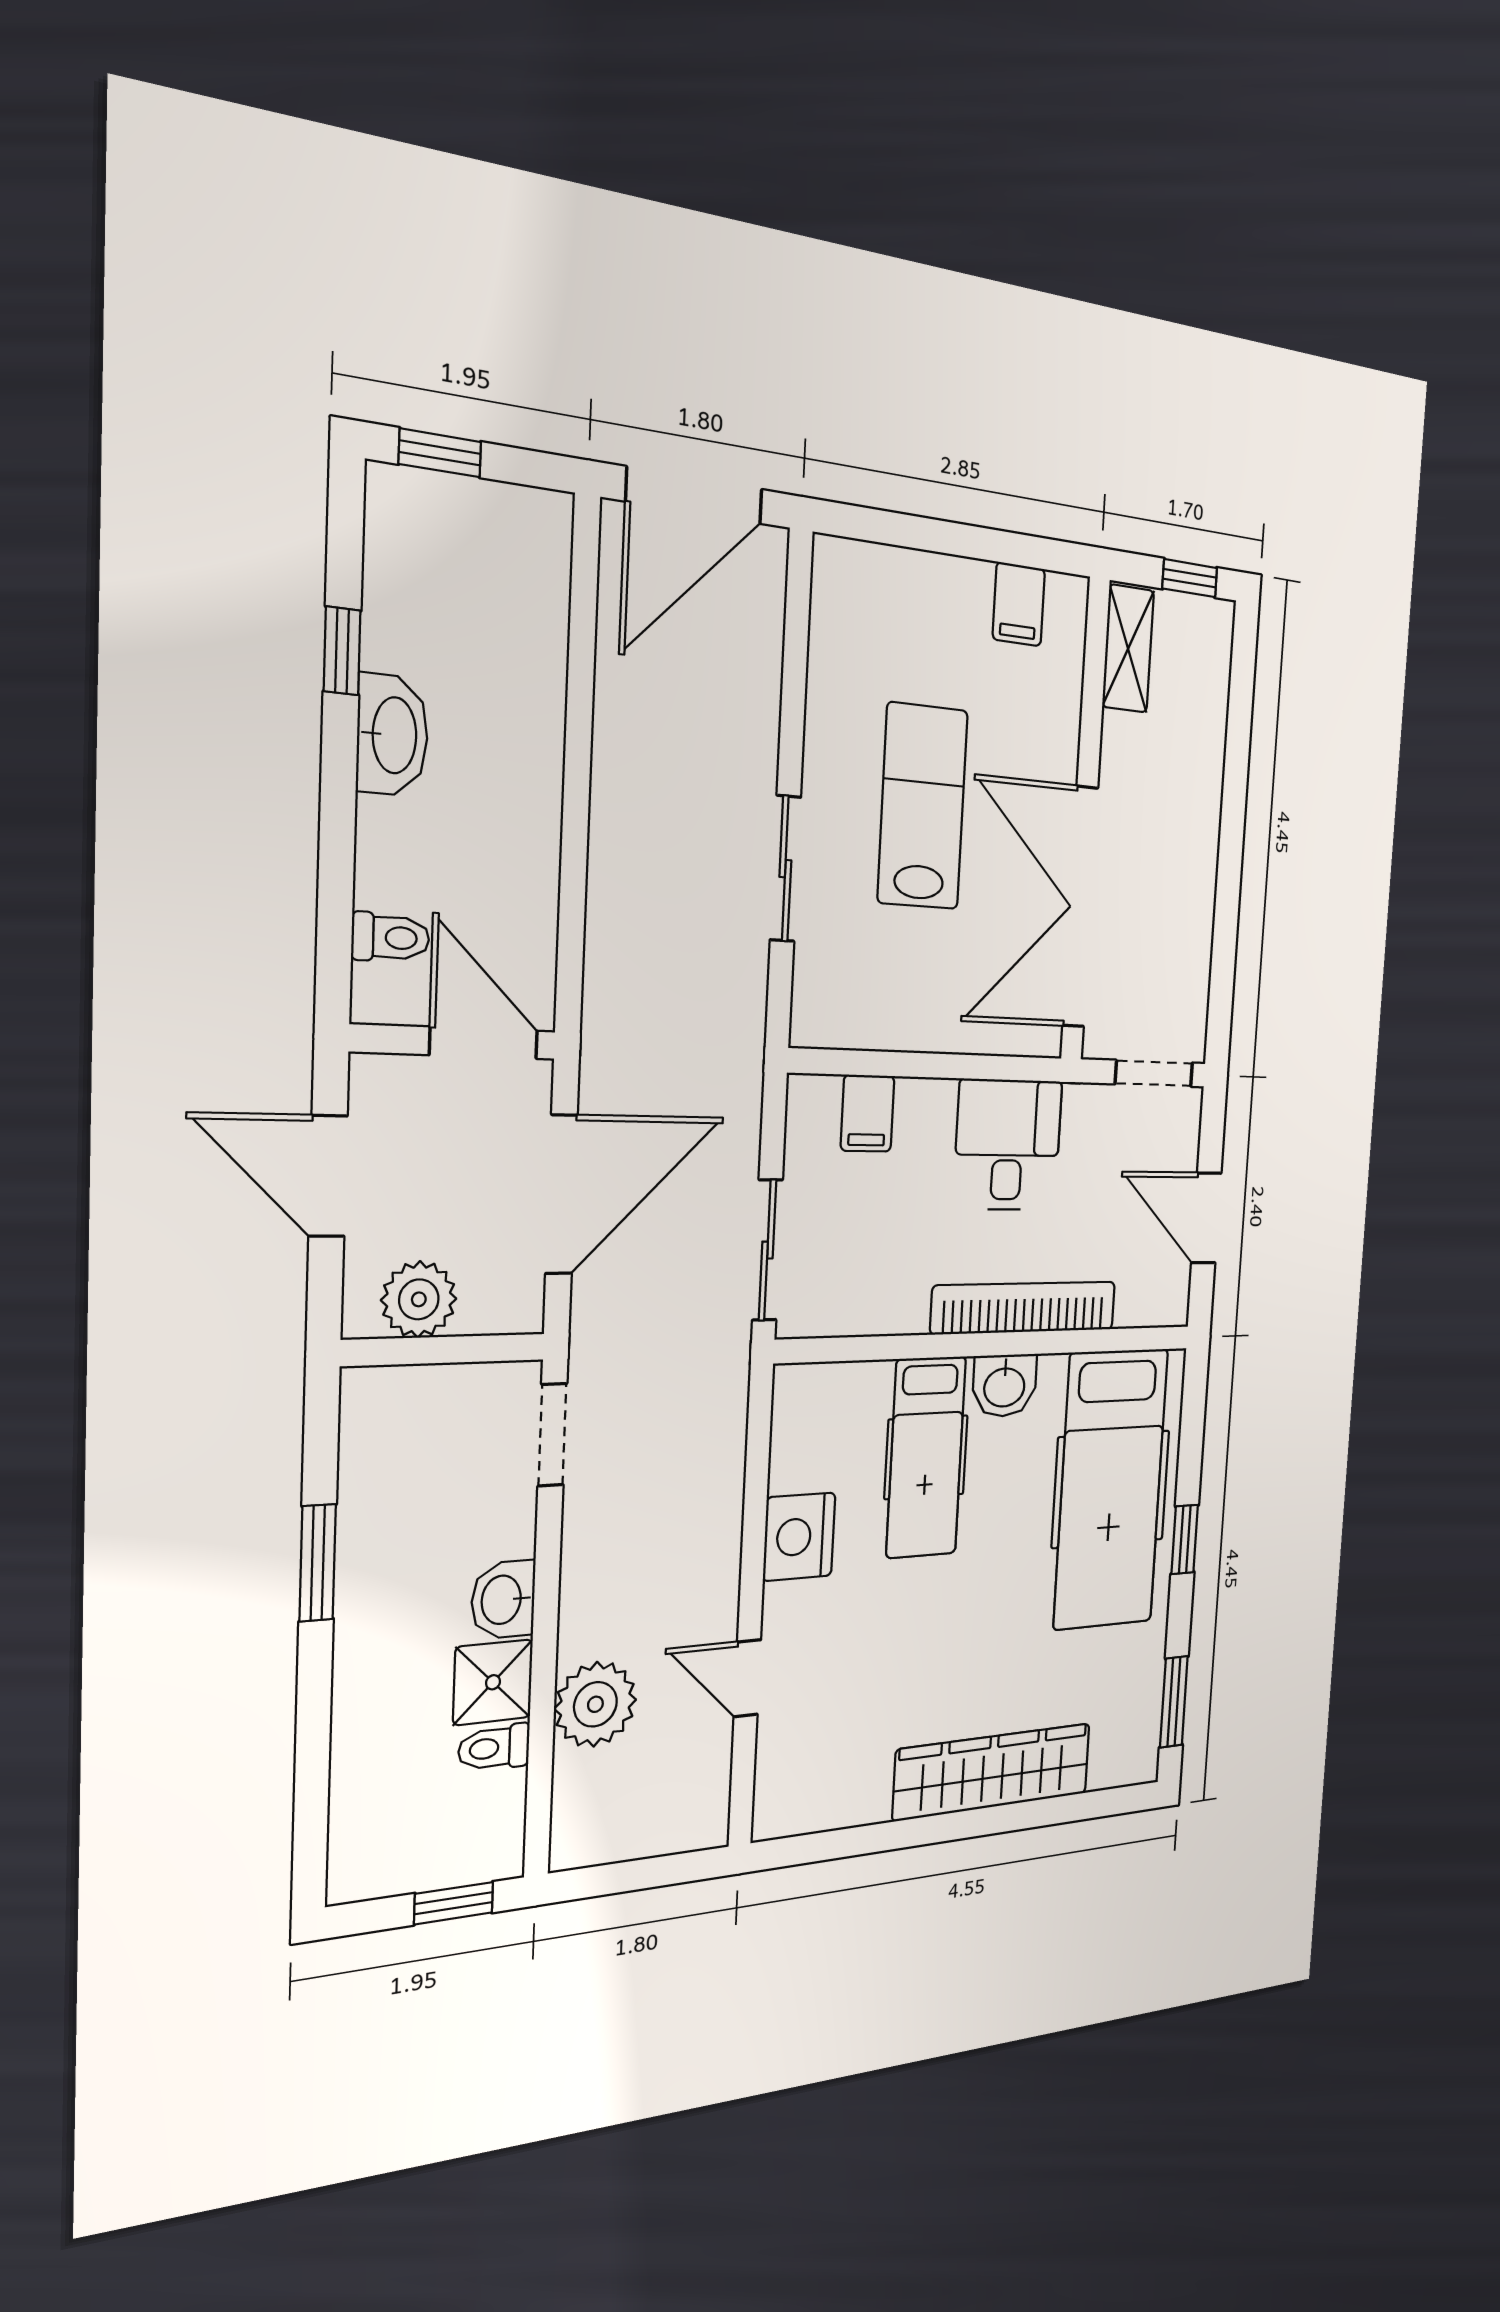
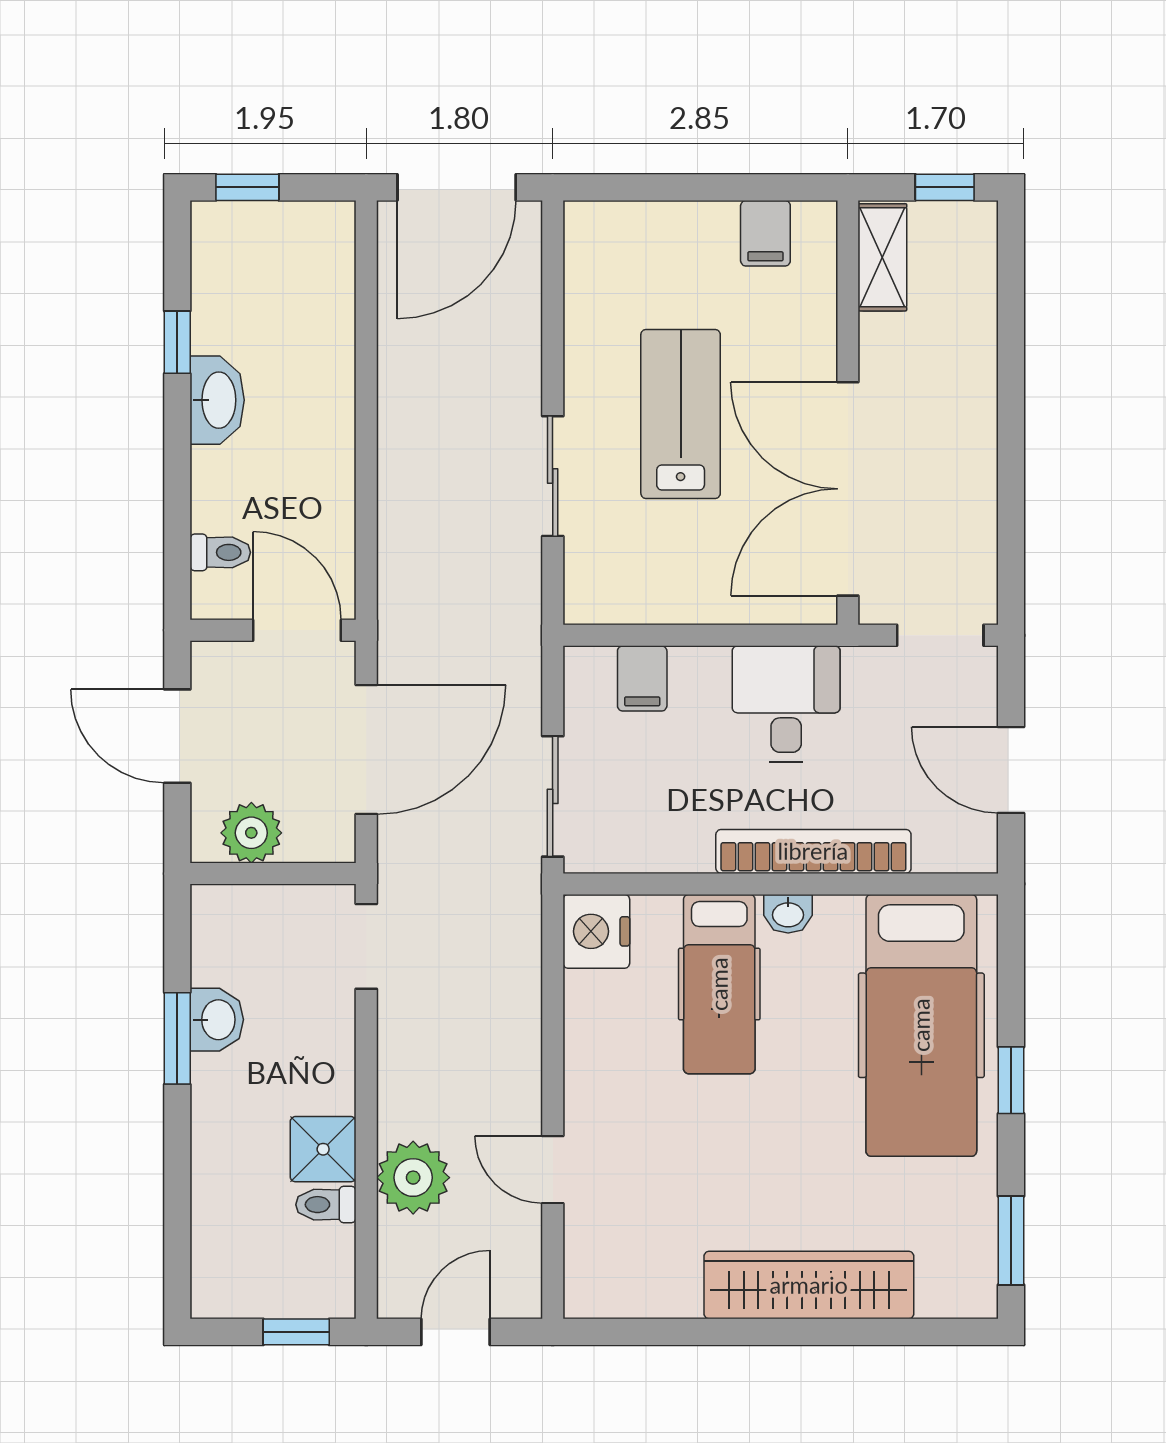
washbasin: (1004, 1386) -> (788, 914), width x0.72, depth x0.69
nightstand: (799, 1537) -> (596, 931), moved
washbasin: (503, 1600) -> (217, 1020), moved, turned 180
door: (635, 1875) -> (456, 1332), added

